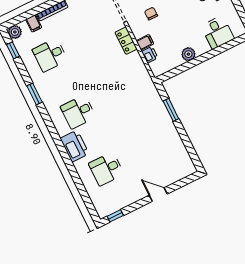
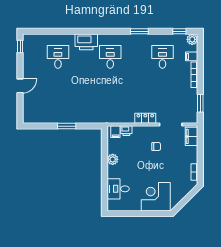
filing cabinet: (145, 42) -> (115, 132), moved
window: (171, 110) -> (67, 126), moved

